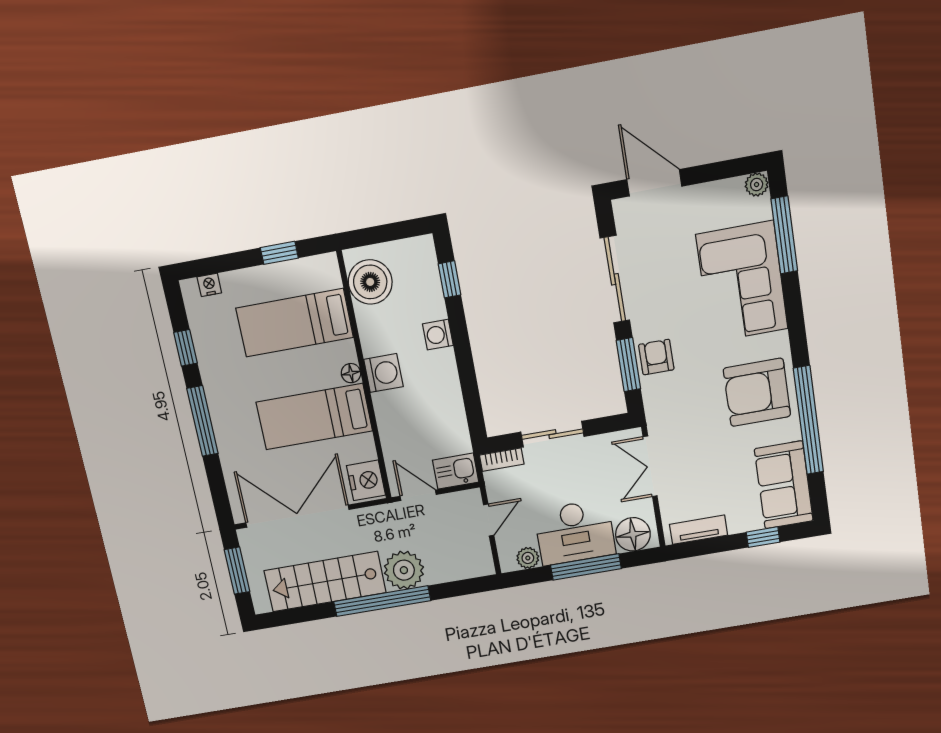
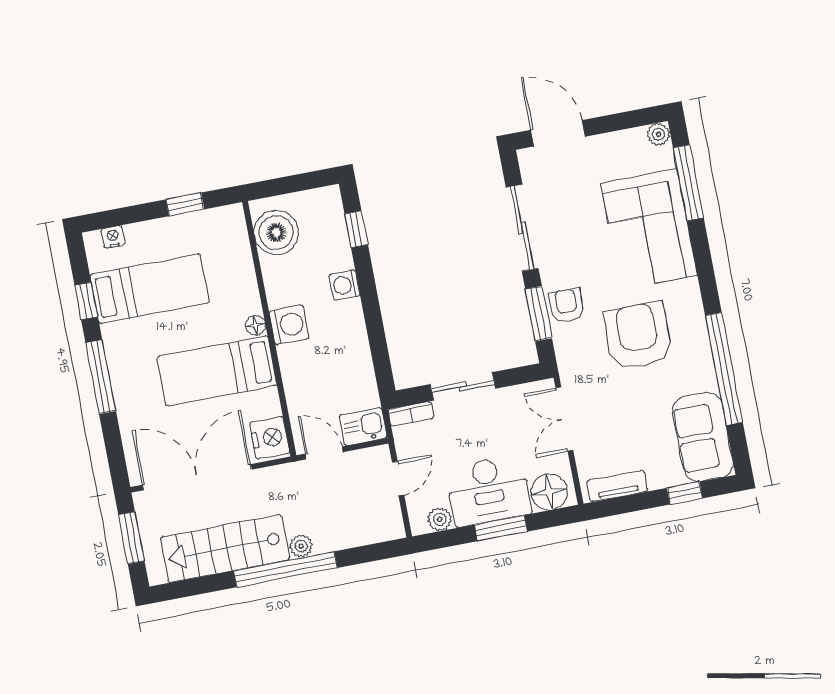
bed: (295, 323) -> (150, 289), moved, turned 180
armchair: (757, 392) -> (638, 336), moved, turned 90
window: (586, 567) -> (501, 528), width x0.69
plant: (404, 570) -> (301, 546), width x0.53, depth x0.53

